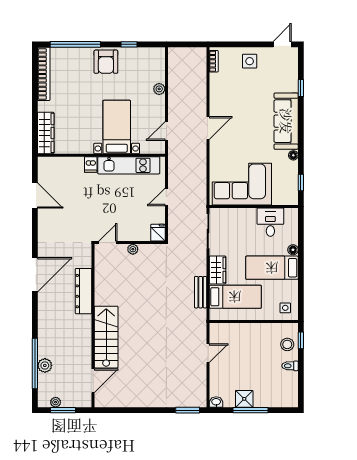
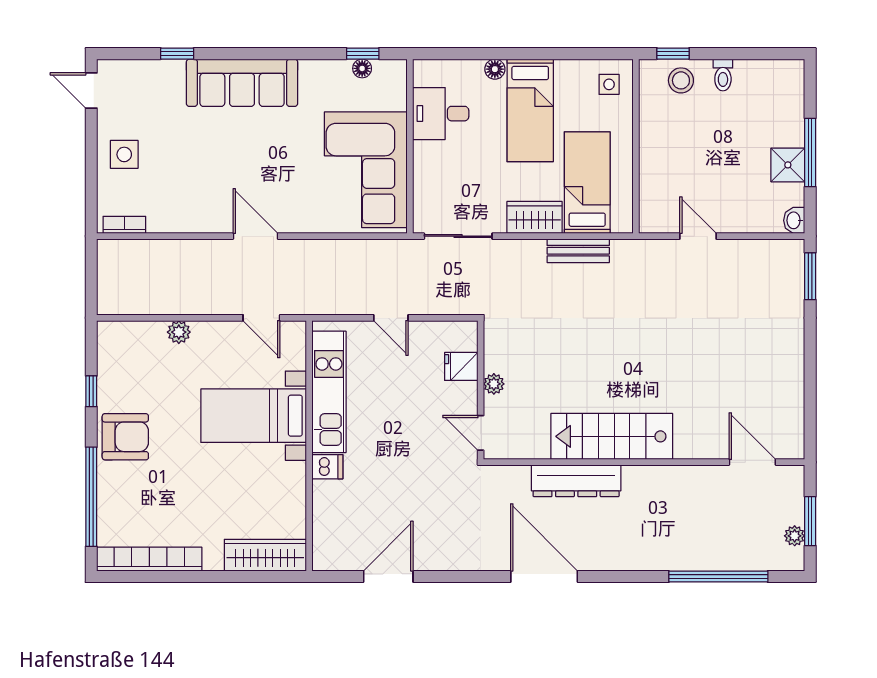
floor lamp: (293, 155) -> (362, 68), moved
fridge: (158, 233) -> (461, 366), moved
stairs: (106, 337) -> (612, 436), moved
plant: (45, 365) -> (722, 557), removed

